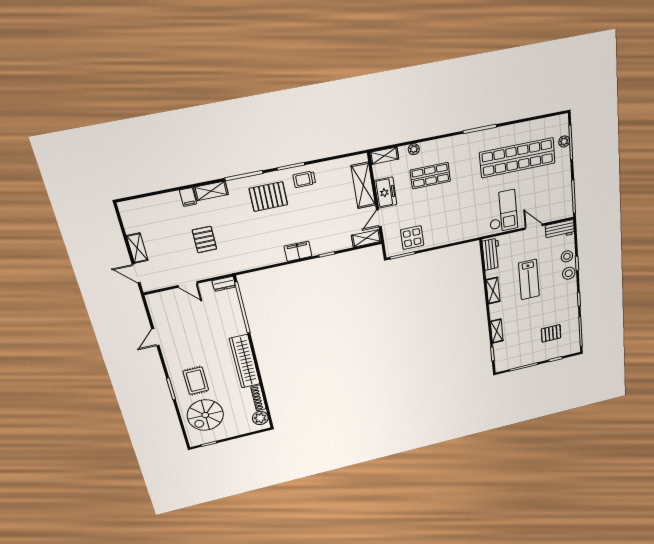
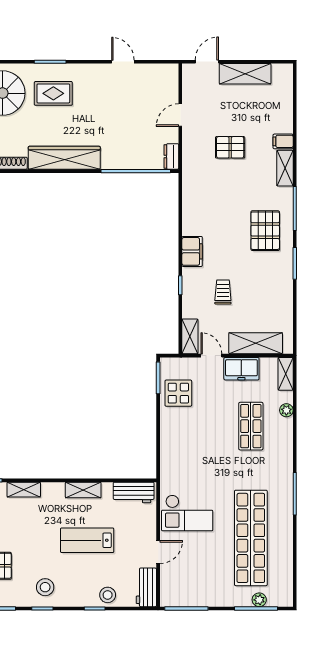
trolley: (304, 179) -> (223, 292), moved
shelving: (137, 248) -> (245, 74), width x1.50, depth x1.33
stool: (569, 273) -> (45, 587), moved

